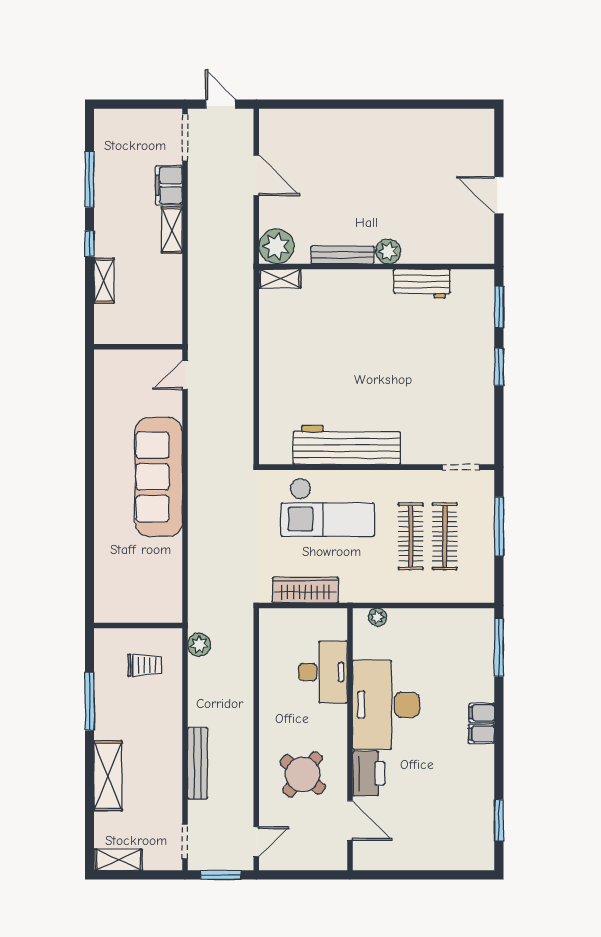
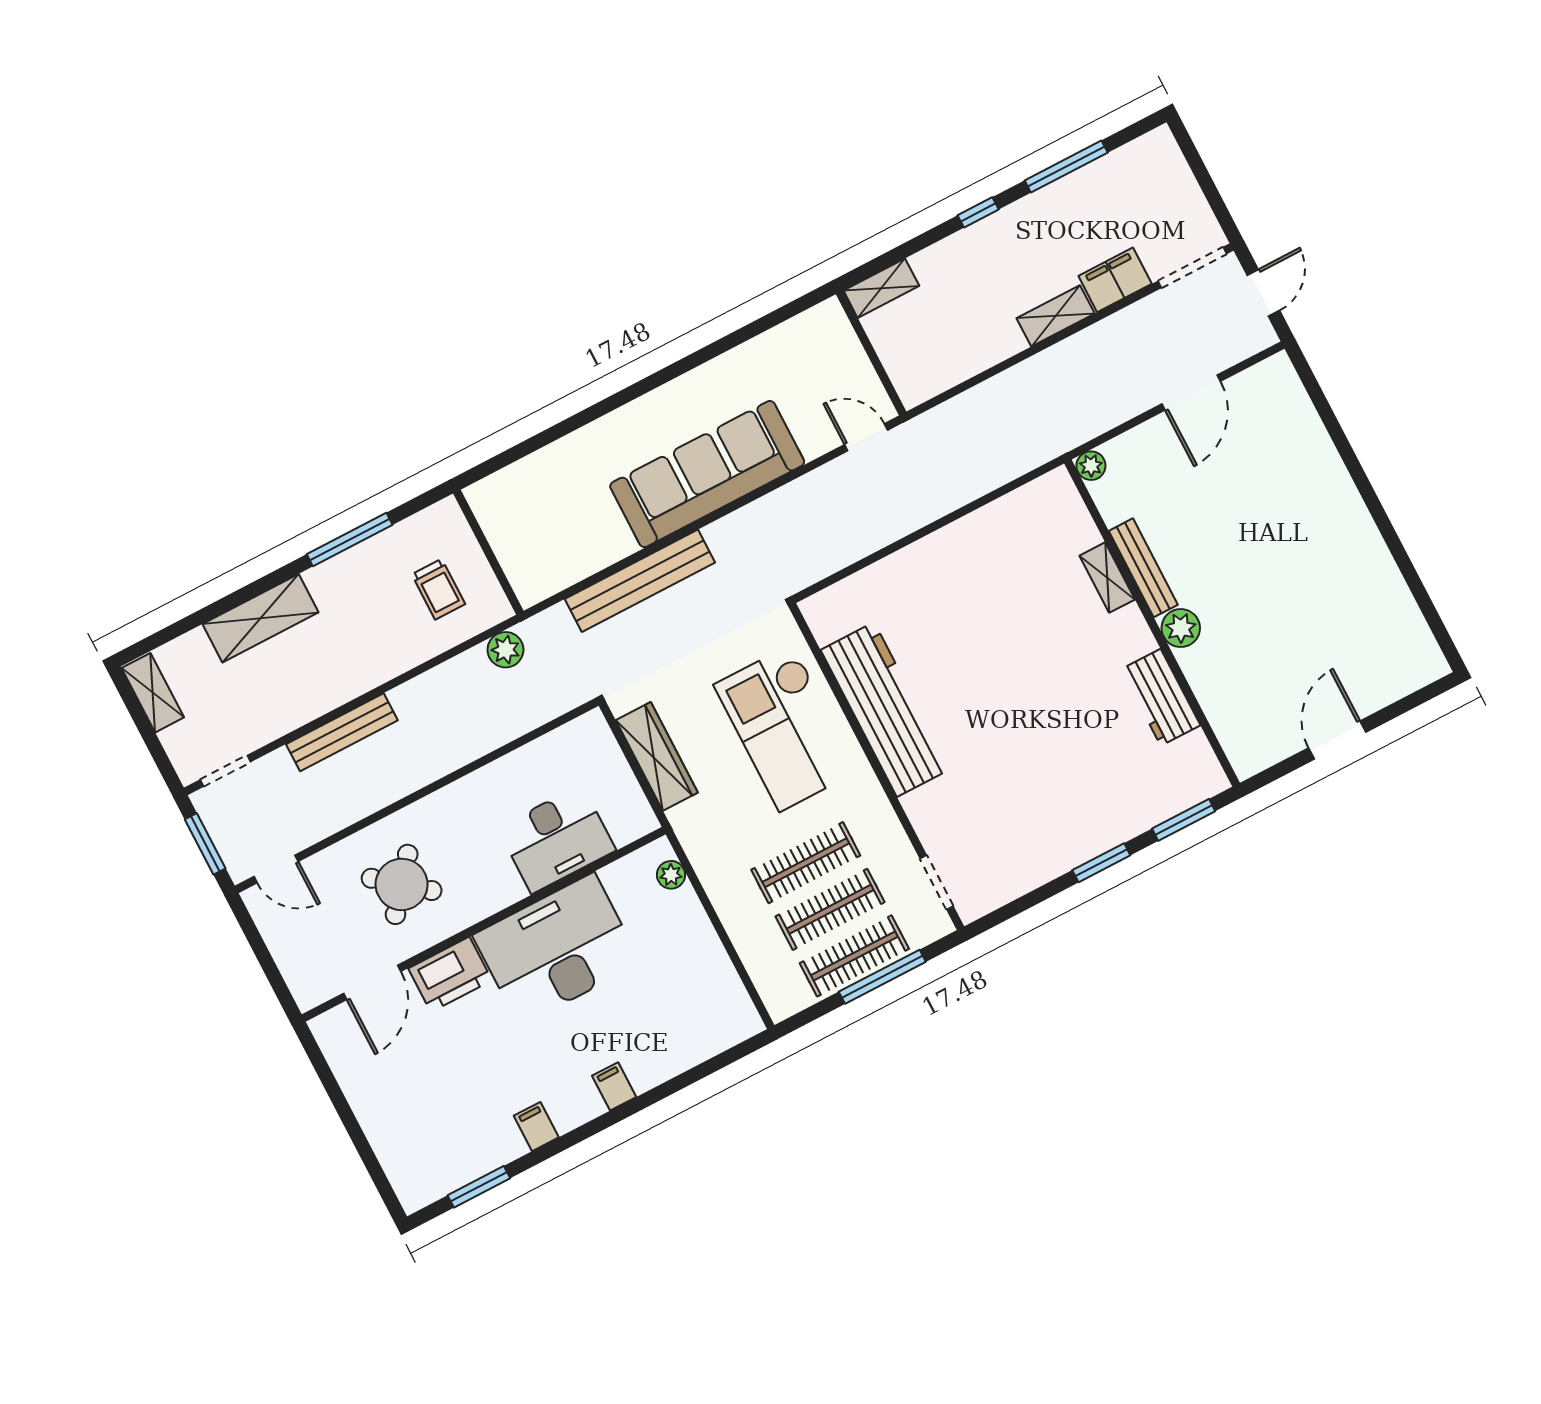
plant: (276, 246) -> (1091, 466), width x0.53, depth x0.53
shelving: (280, 279) -> (1107, 578), moved
shelving: (104, 280) -> (881, 288), moved
clothes rail: (479, 536) -> (854, 956), added
bench: (200, 547) -> (640, 581), added
window: (499, 647) -> (716, 1063), removed
filing cabinet: (482, 734) -> (536, 1127), moved

